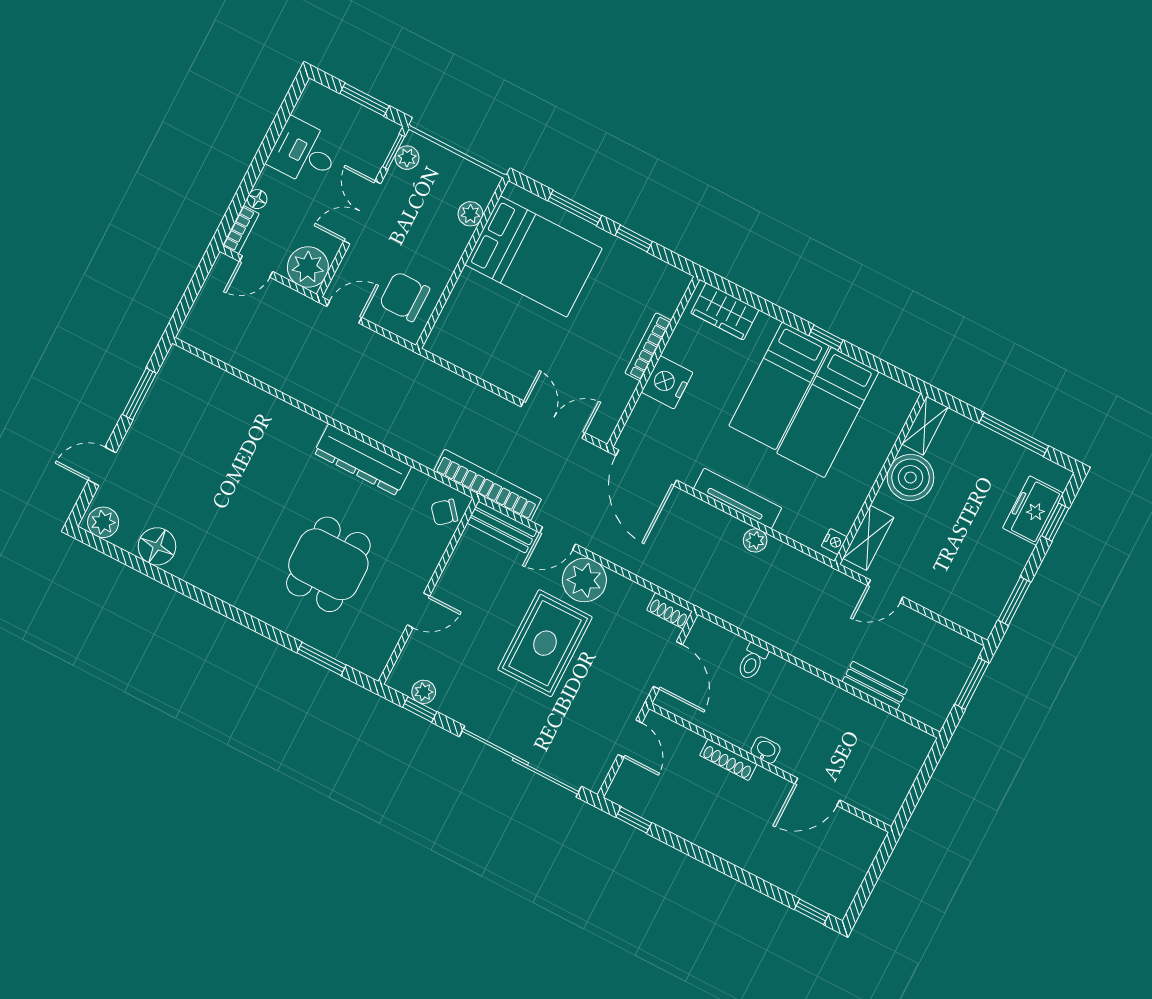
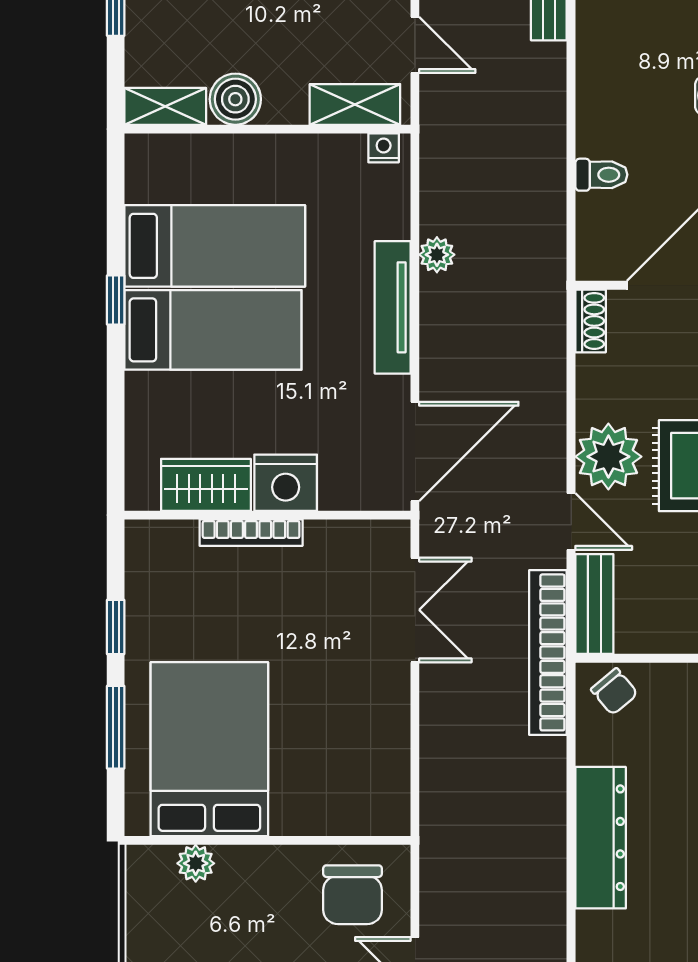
wardrobe: (725, 311) -> (206, 485), moved, turned -90
double door: (553, 420) -> (415, 610), swing flipped
boiler: (910, 478) -> (235, 99), width x0.73, depth x0.73

